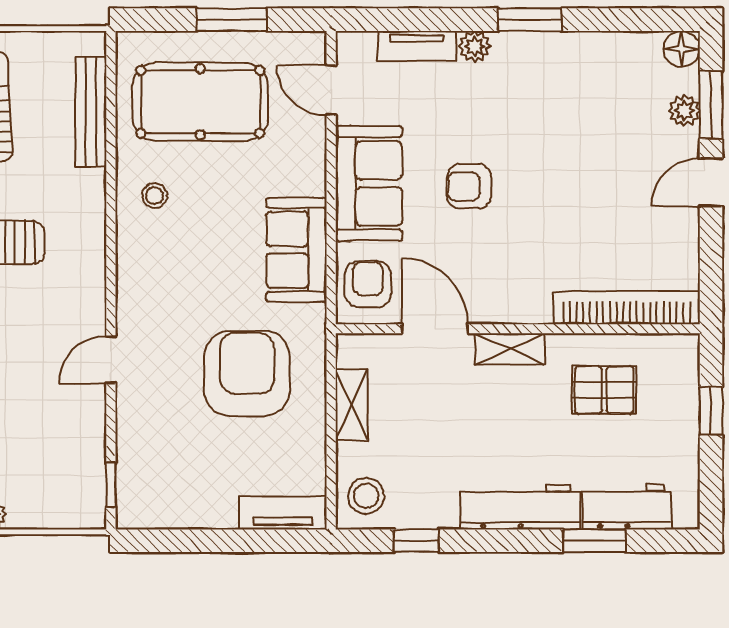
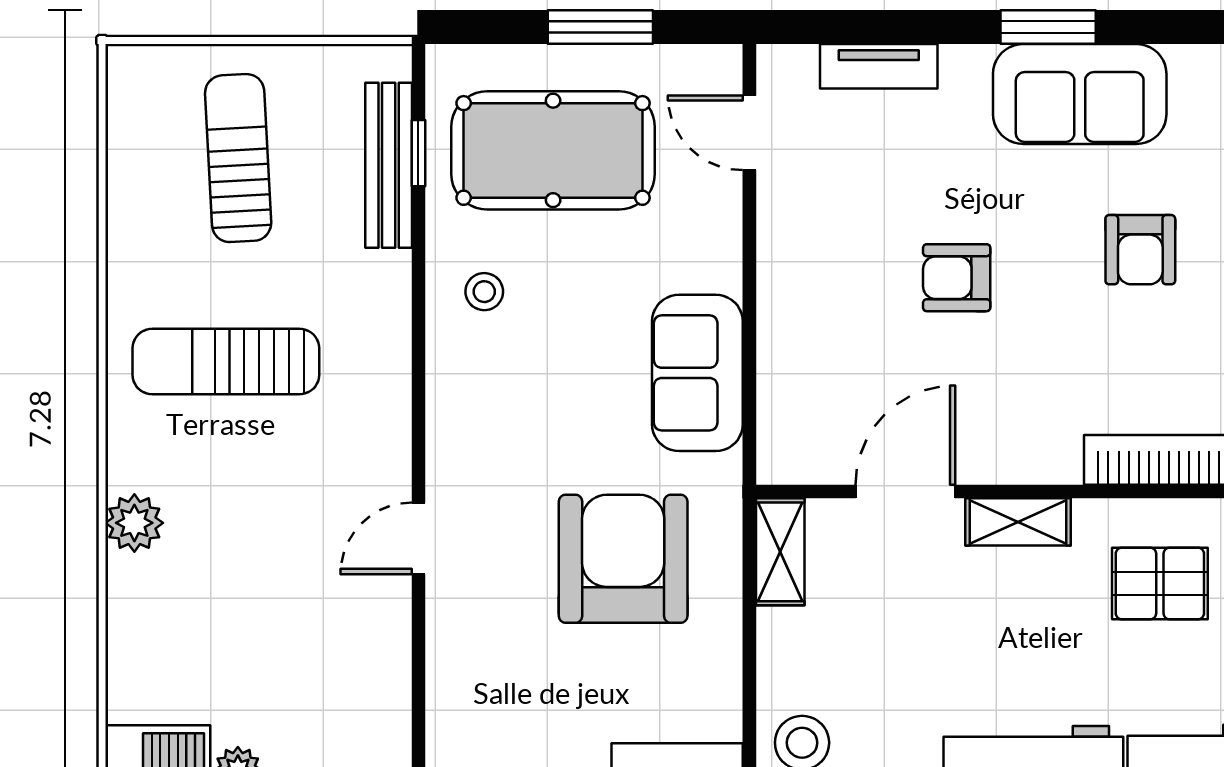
plant: (475, 46) -> (965, 67), removed
sofa: (369, 183) -> (1080, 94), moved, turned 90
armchair: (368, 284) -> (1140, 250), moved, turned 180
door: (435, 329) -> (905, 492), hinge flipped
shelving: (352, 405) -> (780, 552), moved
window: (111, 485) -> (418, 153), moved

